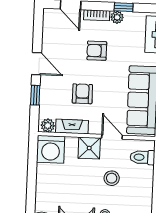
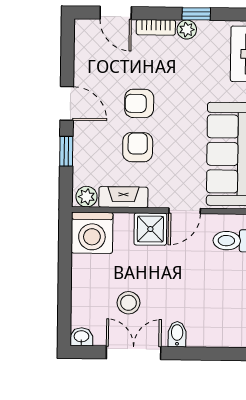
armchair: (97, 51) -> (139, 103), moved
door: (112, 137) -> (185, 211), swing flipped
stool: (112, 178) -> (128, 303), moved

